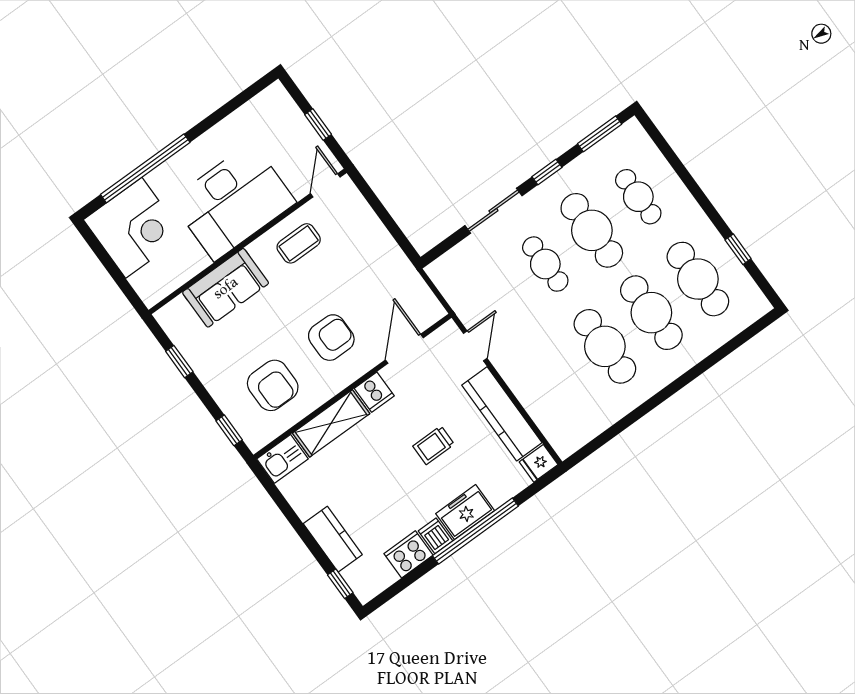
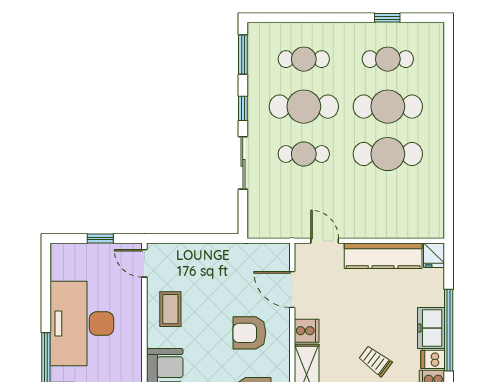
desk: (233, 201) -> (82, 324), moved, turned 180
cafe table: (698, 279) -> (388, 59), width x0.73, depth x0.74
armchair: (331, 338) -> (249, 333), turned -90
trolley: (434, 445) -> (375, 361), moved, turned 127

